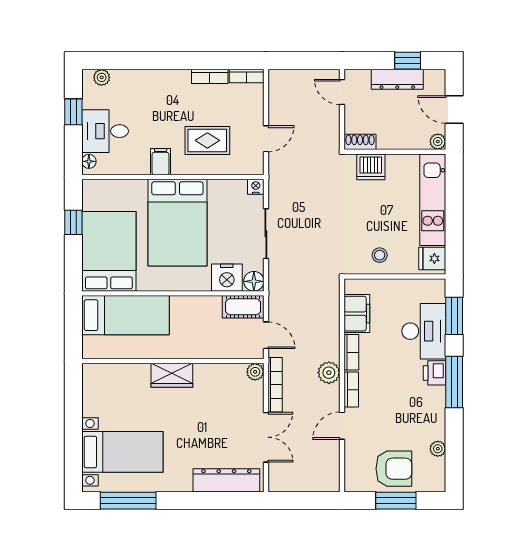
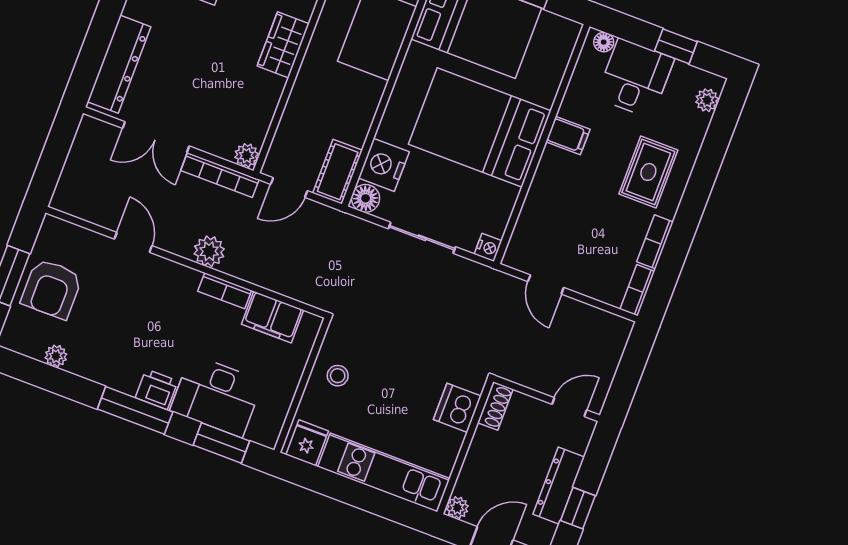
rug: (207, 140) -> (648, 172), moved
bookcase: (351, 390) -> (176, 272), removed

